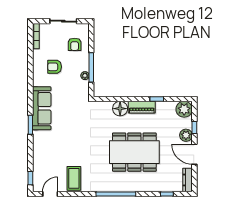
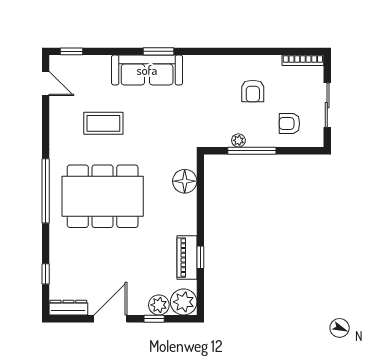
armchair: (55, 67) -> (253, 91), turned 180
piano: (142, 107) -> (187, 258), moved
sofa: (42, 108) -> (147, 70), moved
floor lamp: (120, 109) -> (185, 181), moved
plant: (186, 135) -> (159, 305), moved
dining table: (134, 152) -> (103, 196), moved, turned 90
coffee table: (74, 178) -> (103, 123), moved

